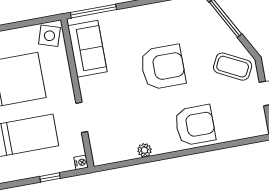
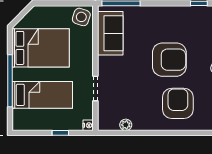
armchair: (195, 125) -> (178, 103), moved, turned -90
plant: (144, 150) -> (126, 125), moved

